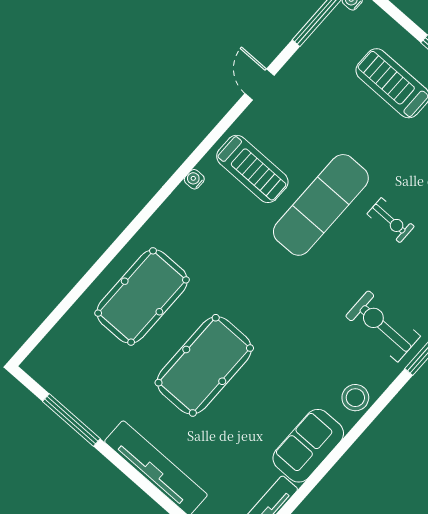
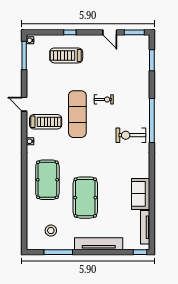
door: (259, 84) -> (24, 104), moved
pool table: (142, 296) -> (47, 180), moved
stool: (355, 398) -> (51, 231), moved

